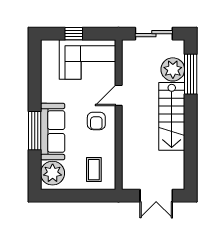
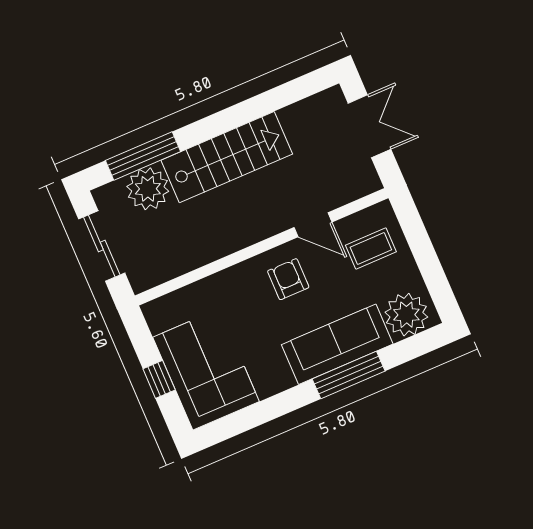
corner sofa: (88, 60) -> (206, 369), moved
door: (119, 95) -> (313, 225), moved
armchair: (96, 121) -> (288, 279), turned -90

